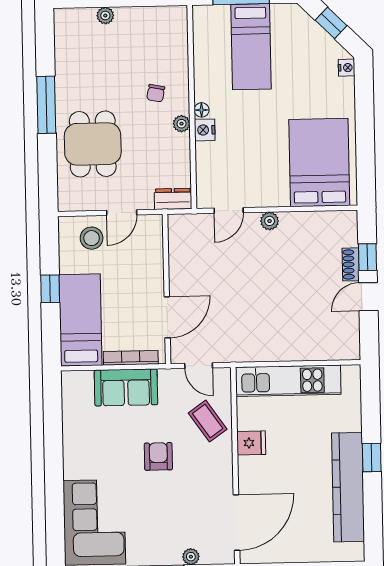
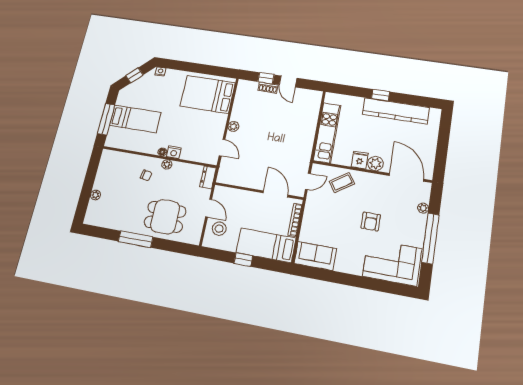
sofa: (126, 387) -> (315, 256), moved, turned -90
armchair: (158, 456) -> (371, 221), moved, turned -90
plant: (250, 469) -> (375, 164), added

